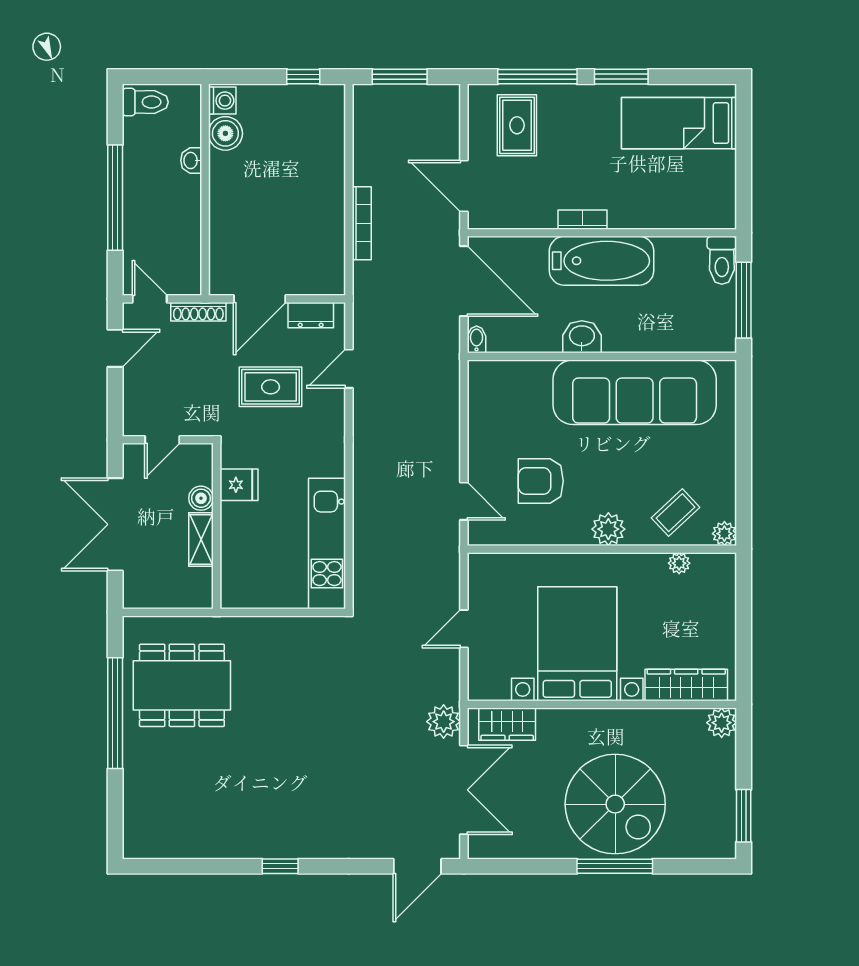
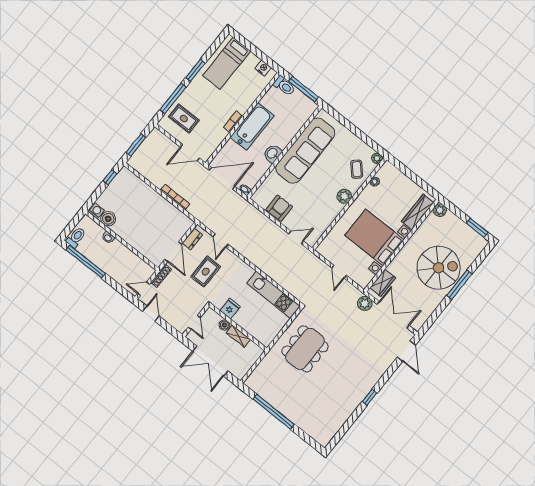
nightstand: (723, 196) -> (263, 68), added
window: (115, 198) -> (86, 262), moved
armchair: (541, 481) -> (279, 208), moved, turned 180
dining table: (182, 685) -> (305, 349), moved

